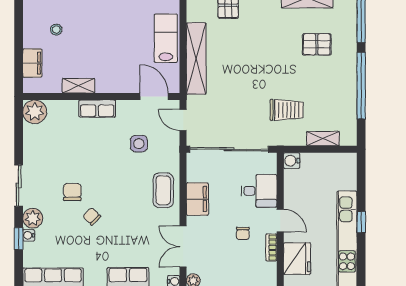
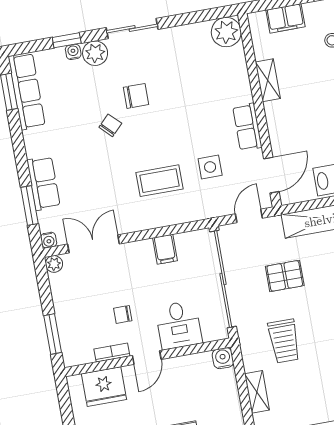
pallet: (235, 100) -> (285, 276), added
row of seats: (97, 109) -> (247, 127), moved
coffee table: (163, 190) -> (159, 181), moved
filing cabinet: (197, 199) -> (165, 249), width x0.50

